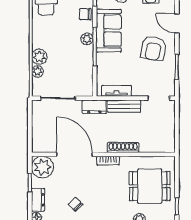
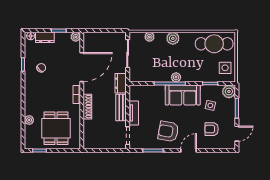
chair: (85, 14) -> (196, 76), removed
plant: (39, 57) -> (173, 38), moved
tv unit: (117, 91) -> (134, 113), moved
plant: (42, 167) -> (76, 37), width x0.53, depth x0.53

